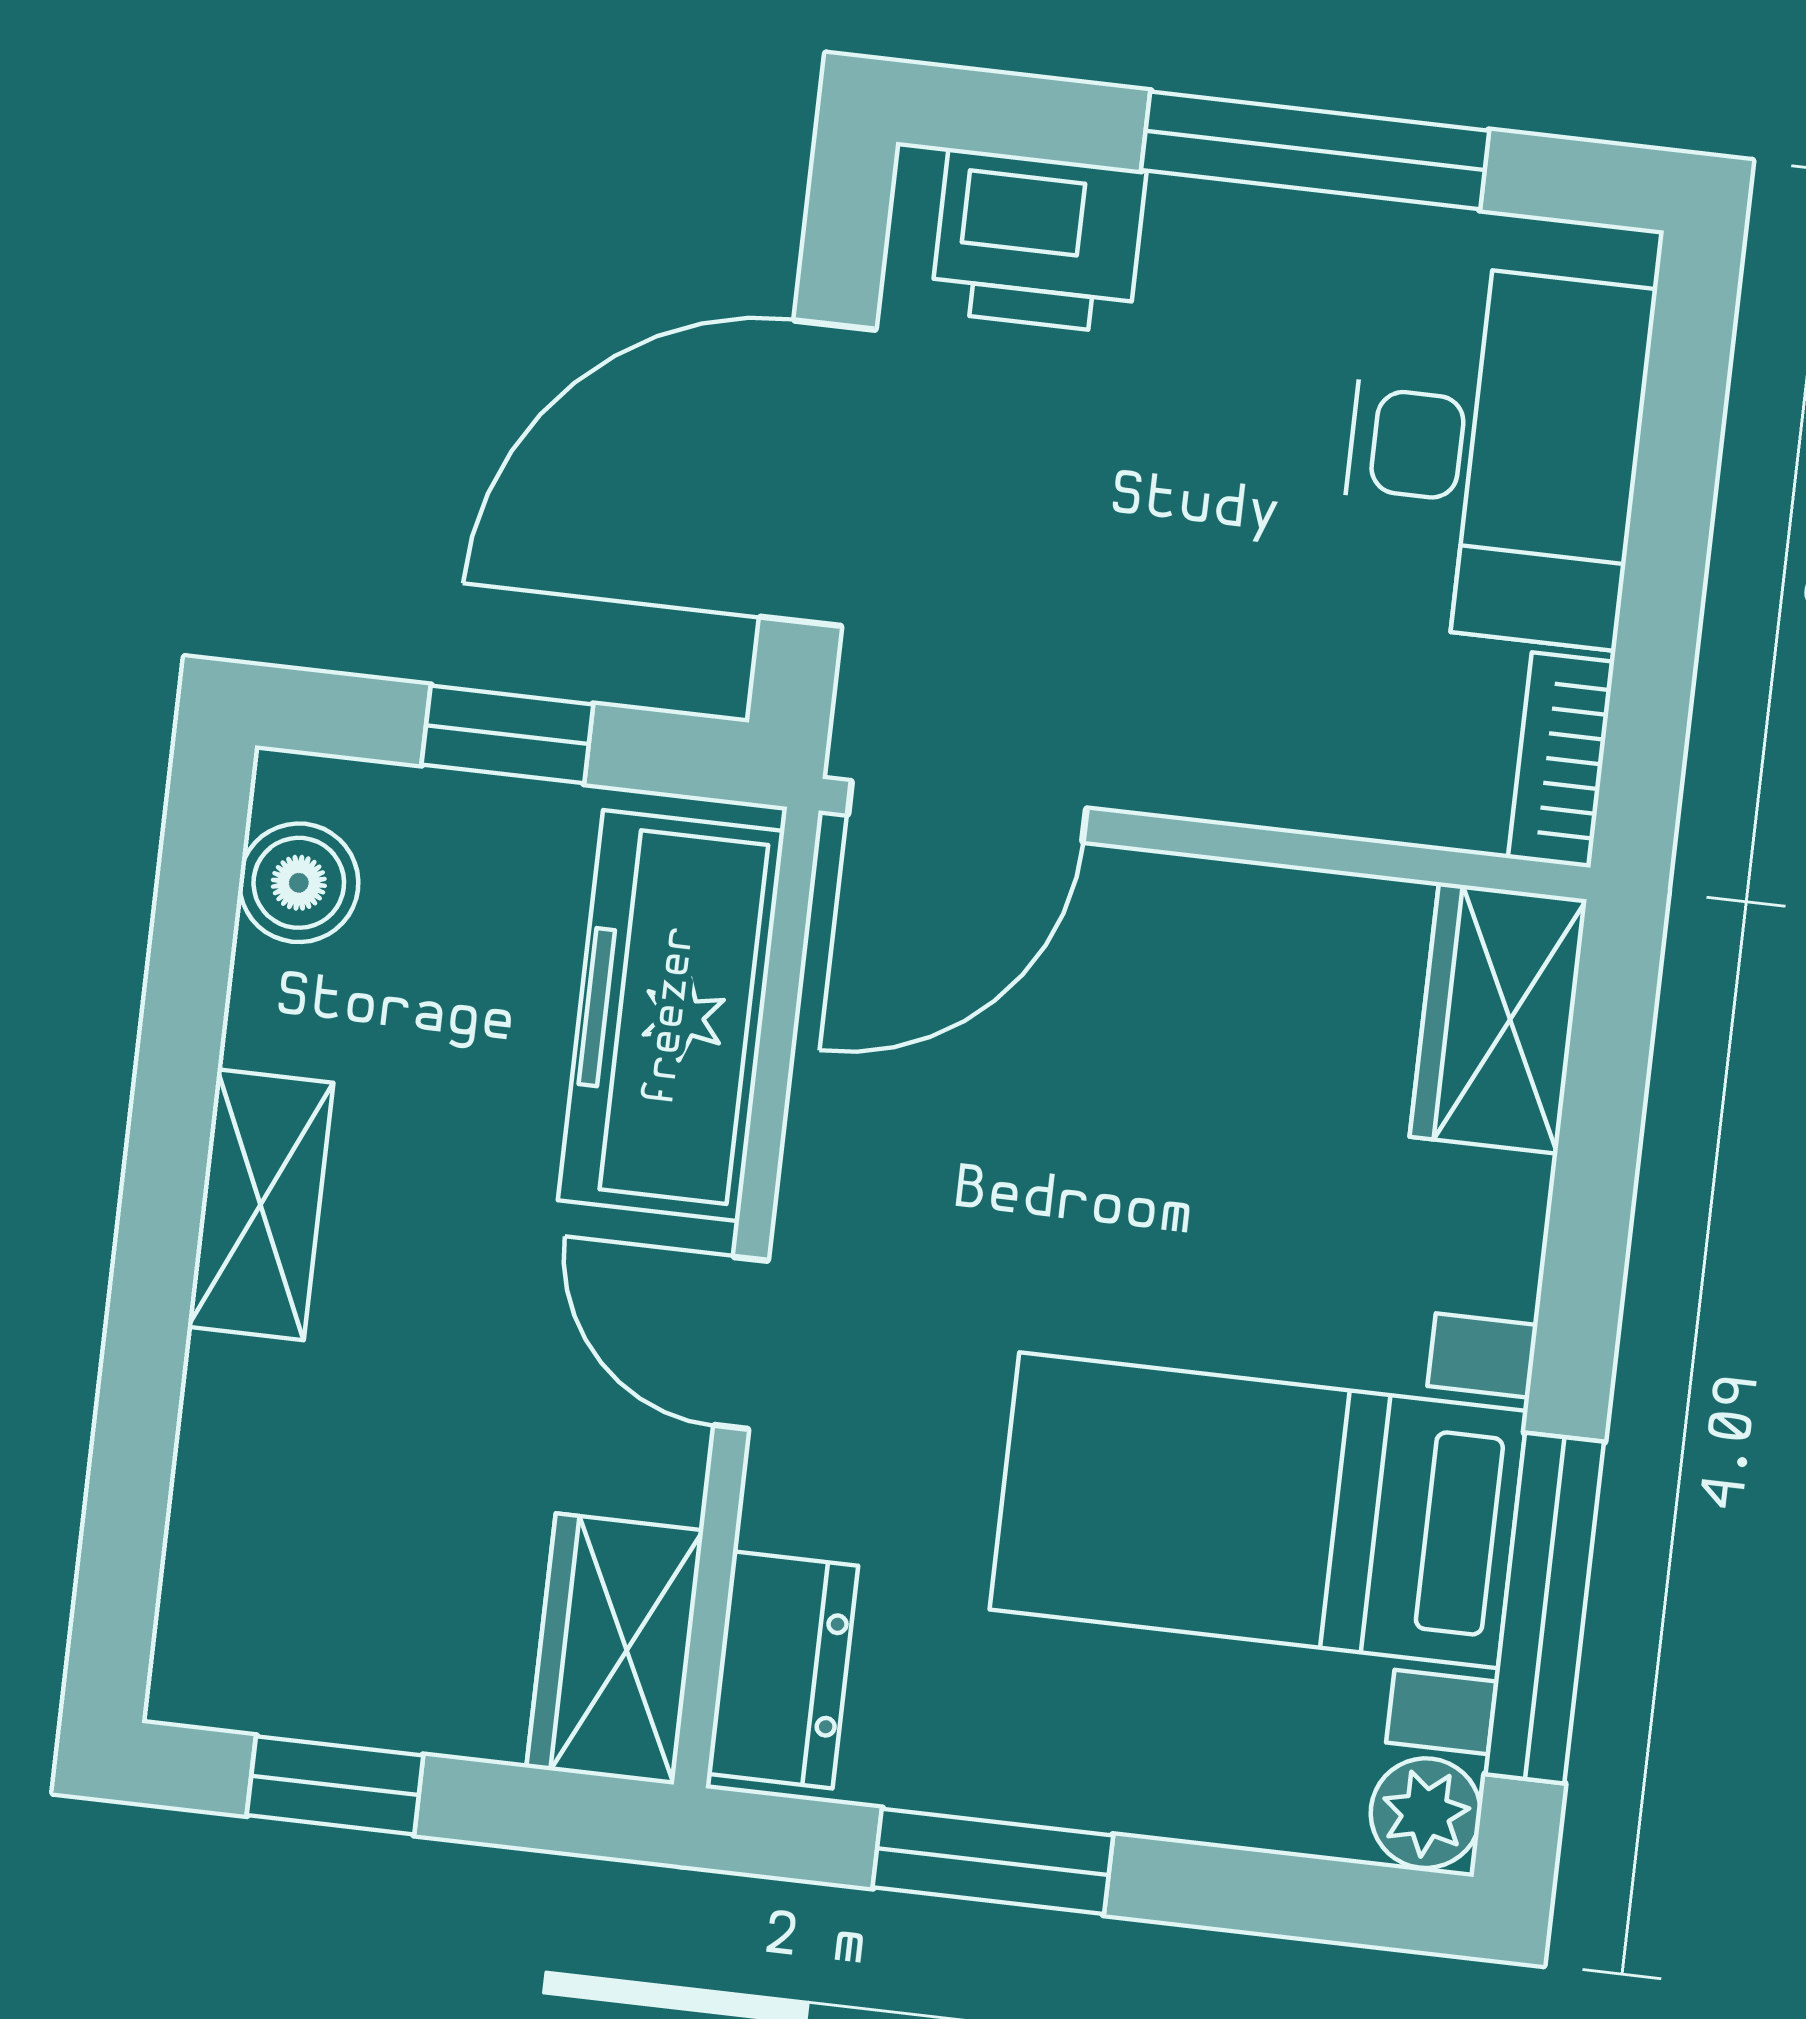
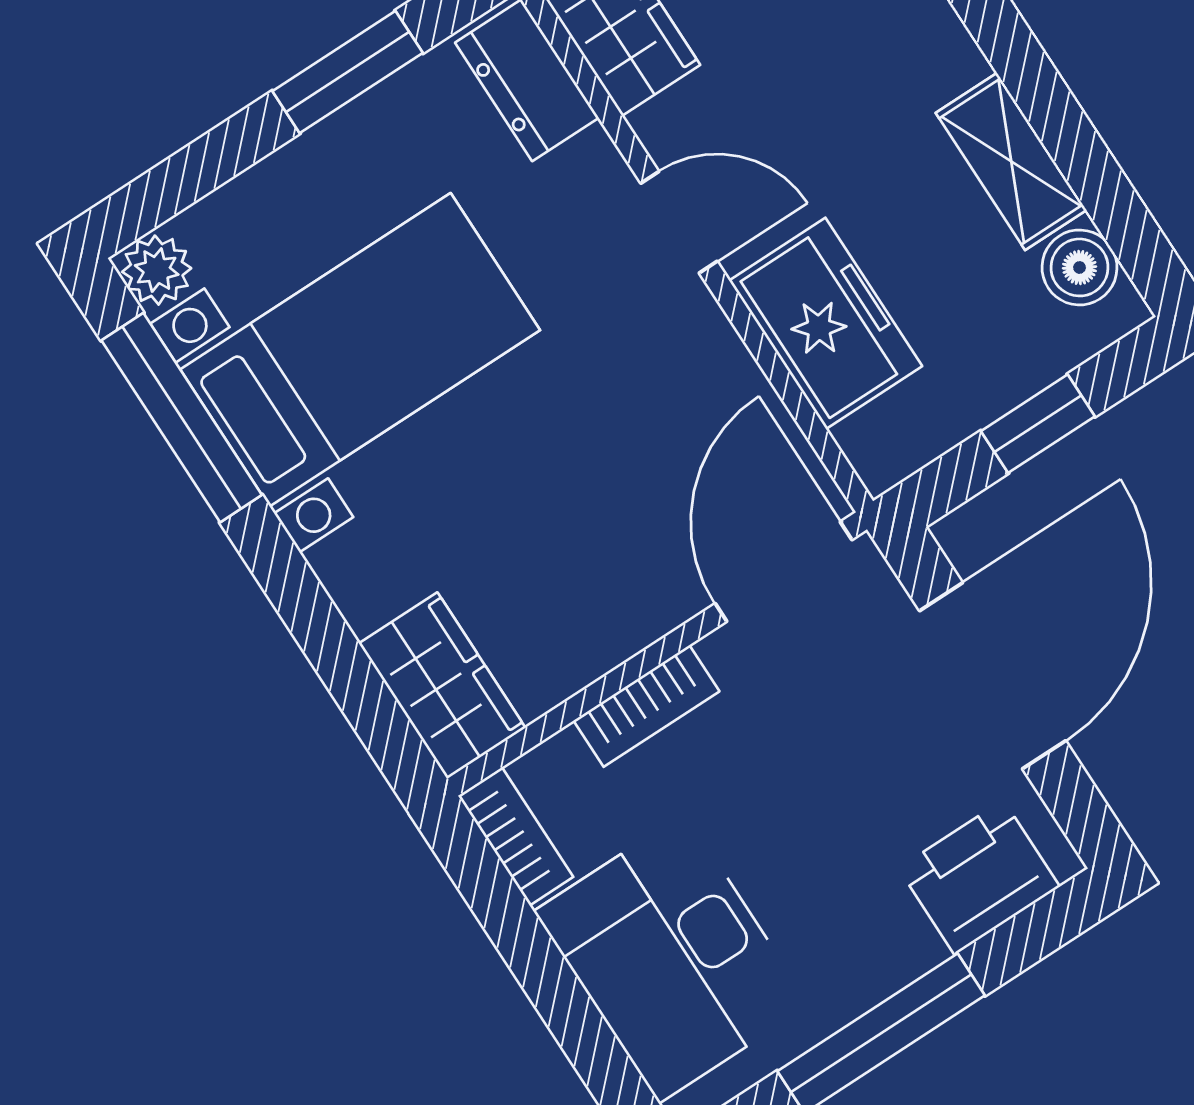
bookcase: (1270, 787) -> (646, 706), added
freezer: (671, 1016) -> (826, 323), width x0.71
shelving: (260, 1205) -> (1011, 161), moved

